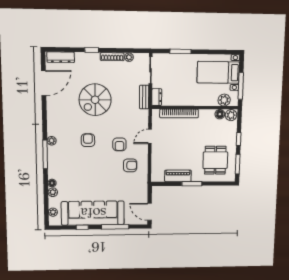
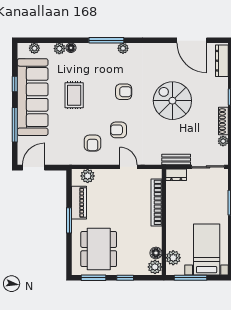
dining table: (215, 160) -> (99, 249), width x1.37
plant: (157, 169) -> (88, 176), added
rug: (91, 180) -> (74, 95), added

